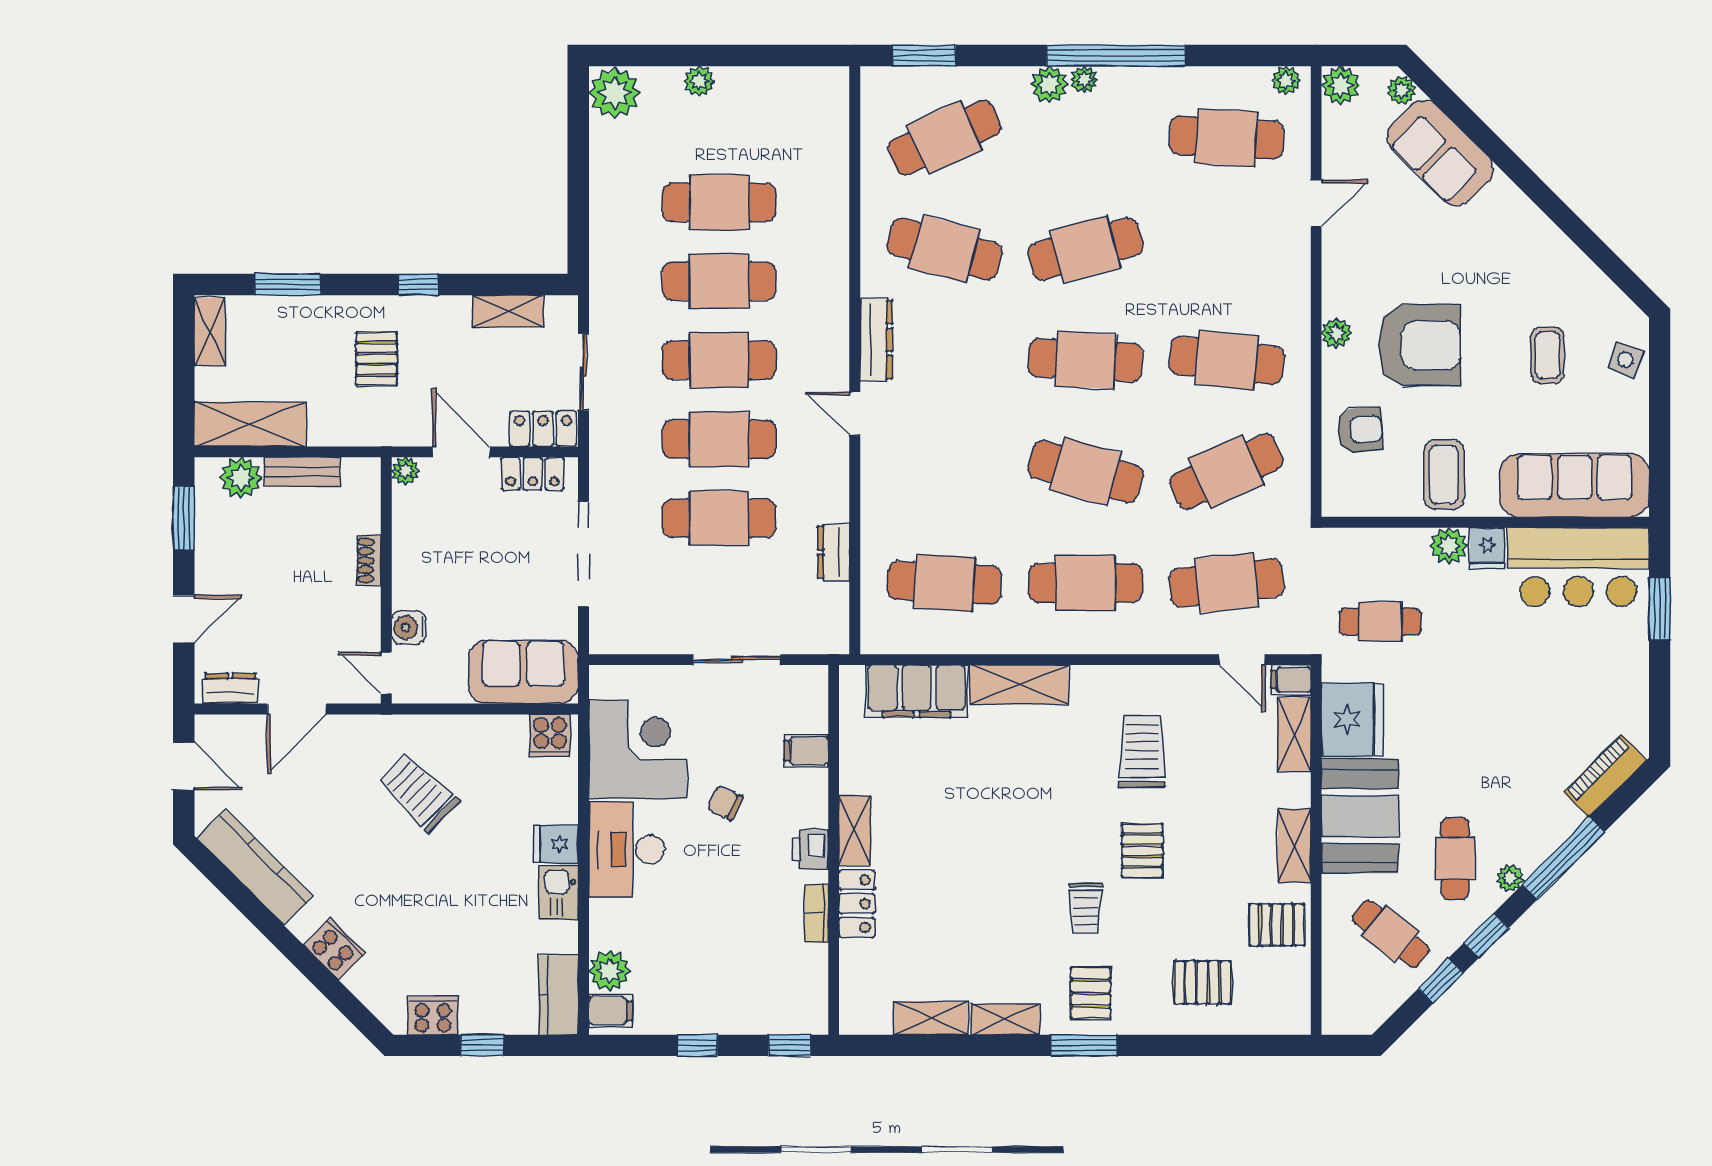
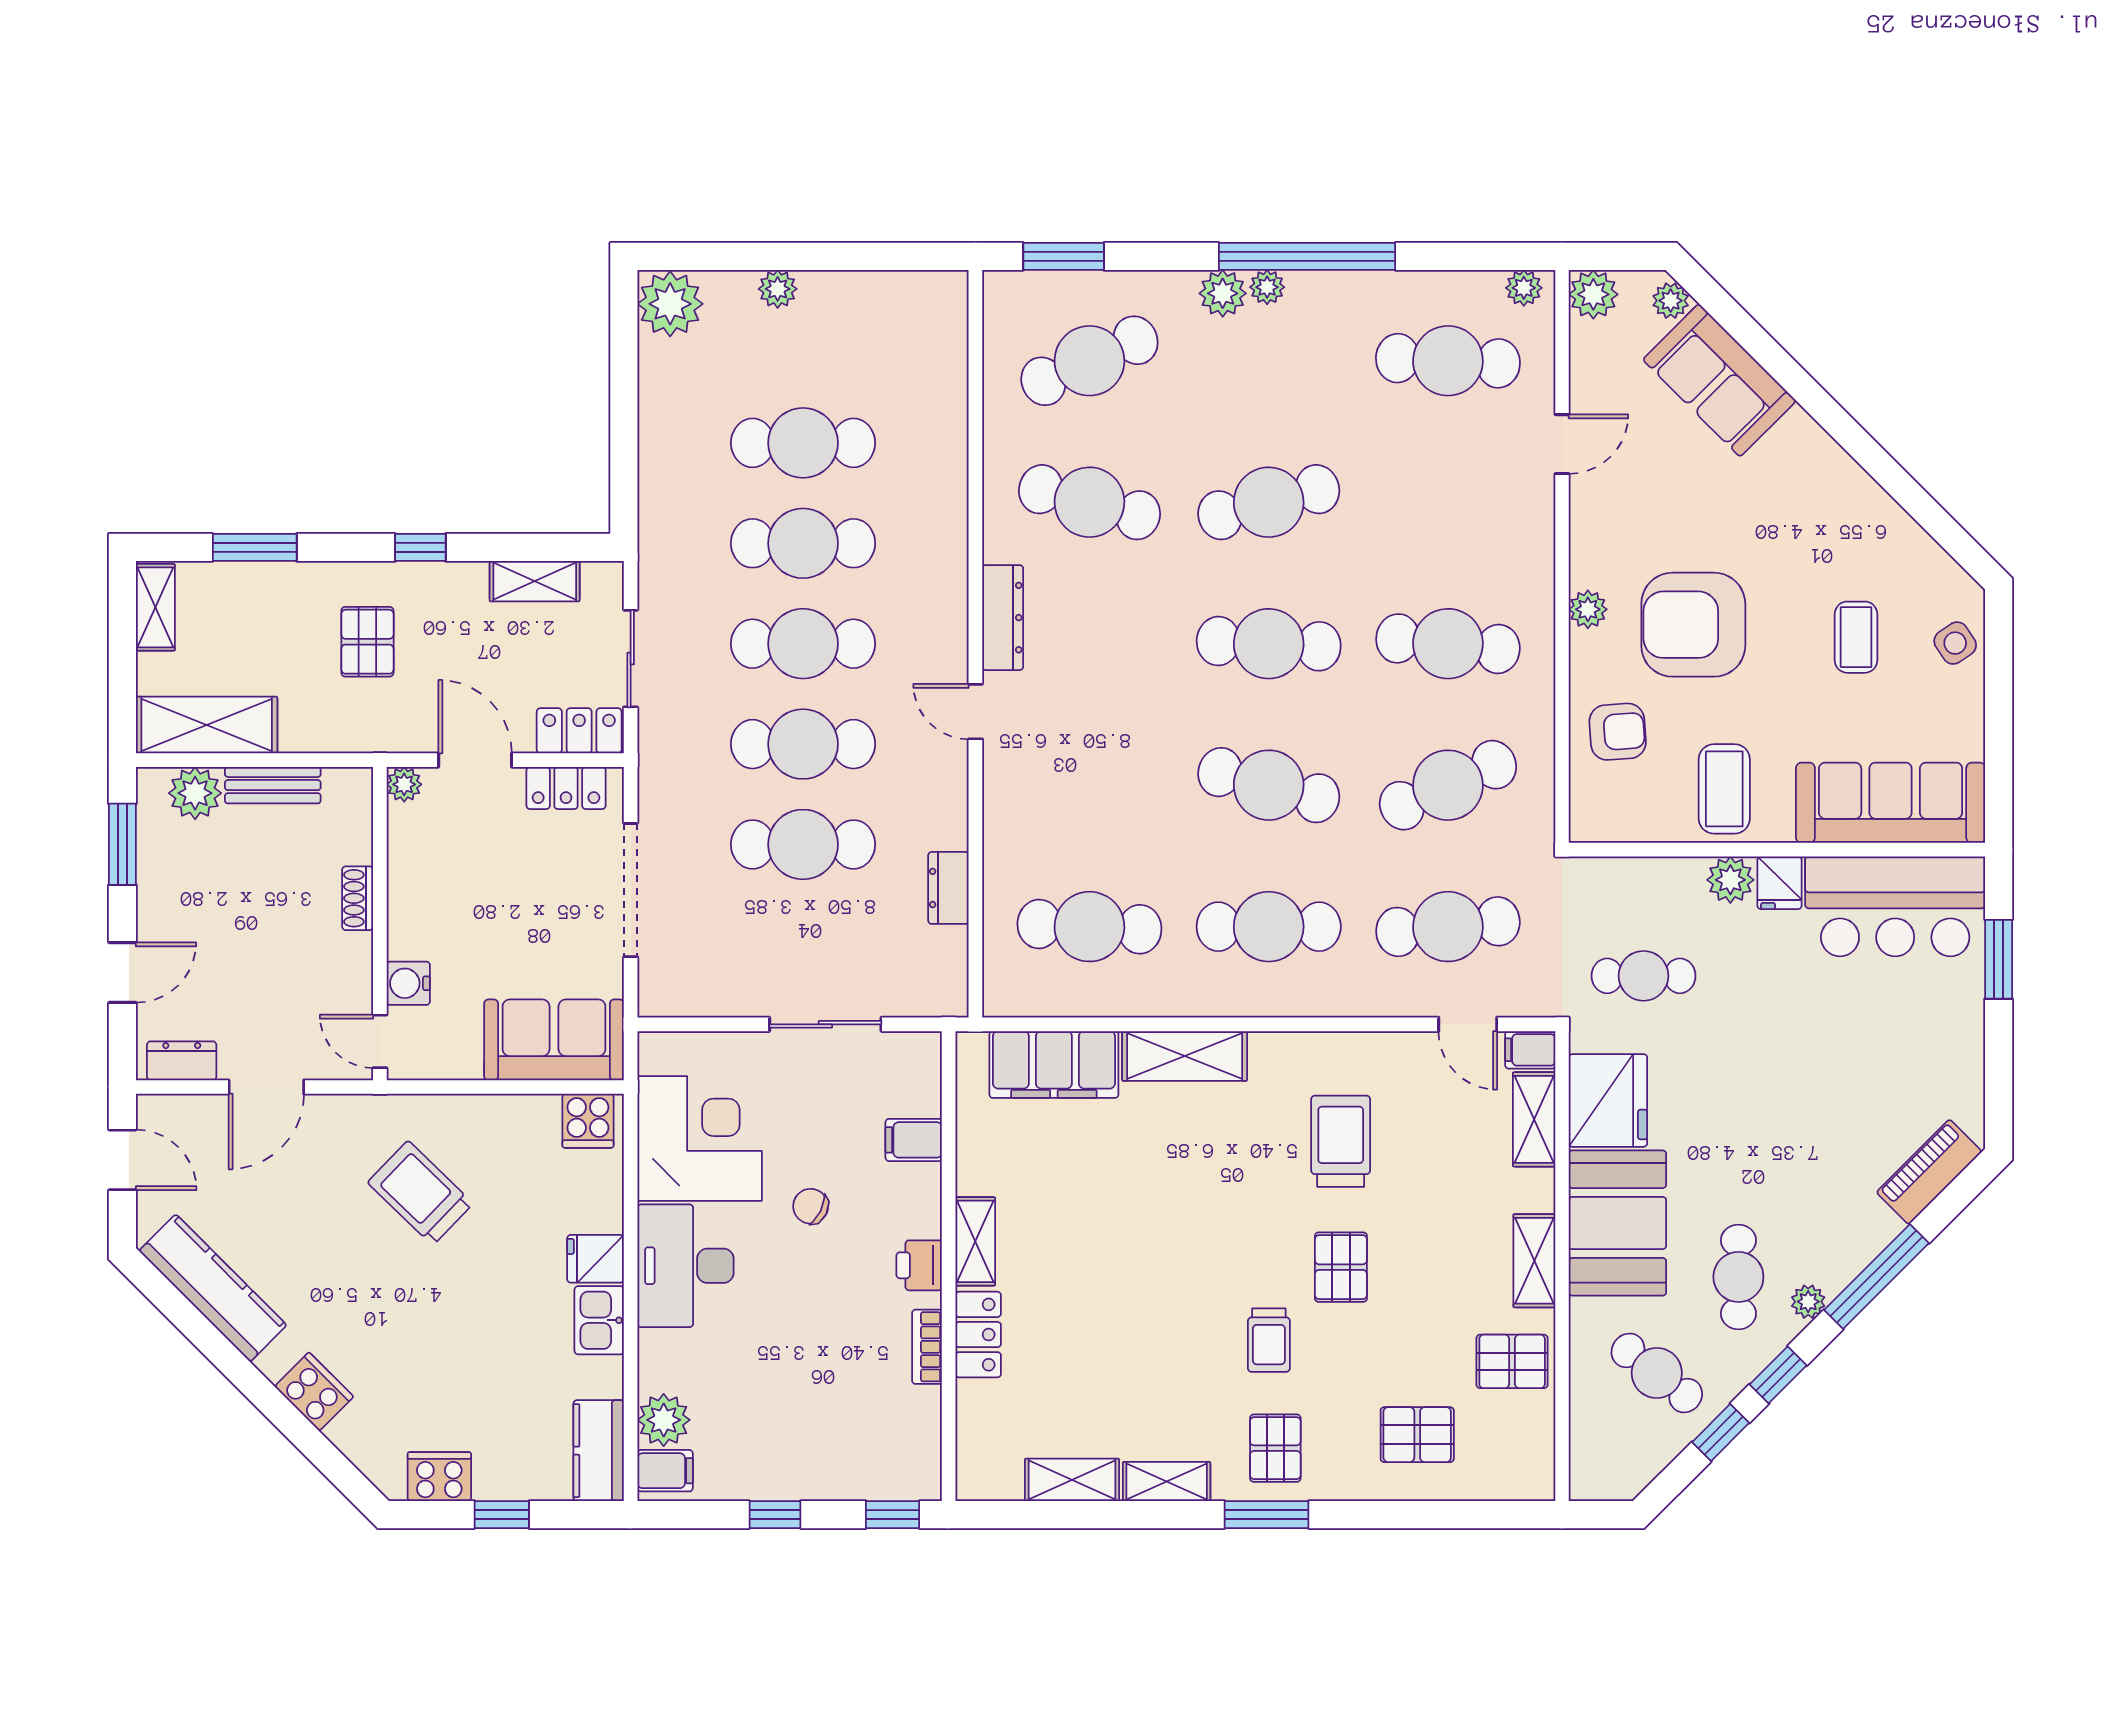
armchair: (1419, 345) -> (1693, 625), turned 180
side table: (1625, 360) -> (1955, 643), turned 36

